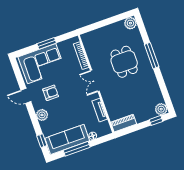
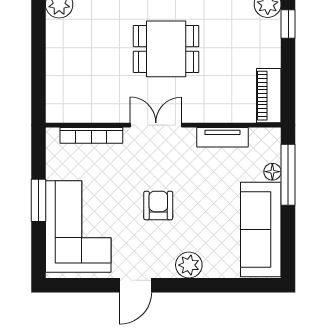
dining table: (124, 62) -> (166, 49), moved
double door: (95, 81) -> (156, 125), swing flipped
armchair: (51, 93) -> (158, 205), moved
window: (42, 141) -> (244, 285), removed
window: (77, 149) -> (288, 175), moved

